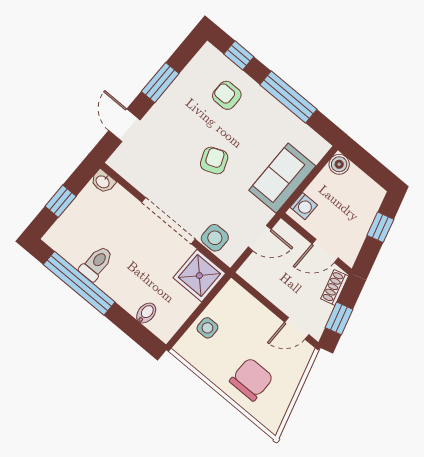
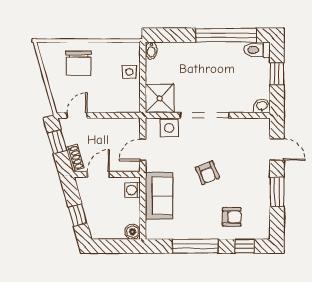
toilet: (96, 263) -> (257, 50), moved, turned 90
bidet: (146, 313) -> (151, 51), moved

